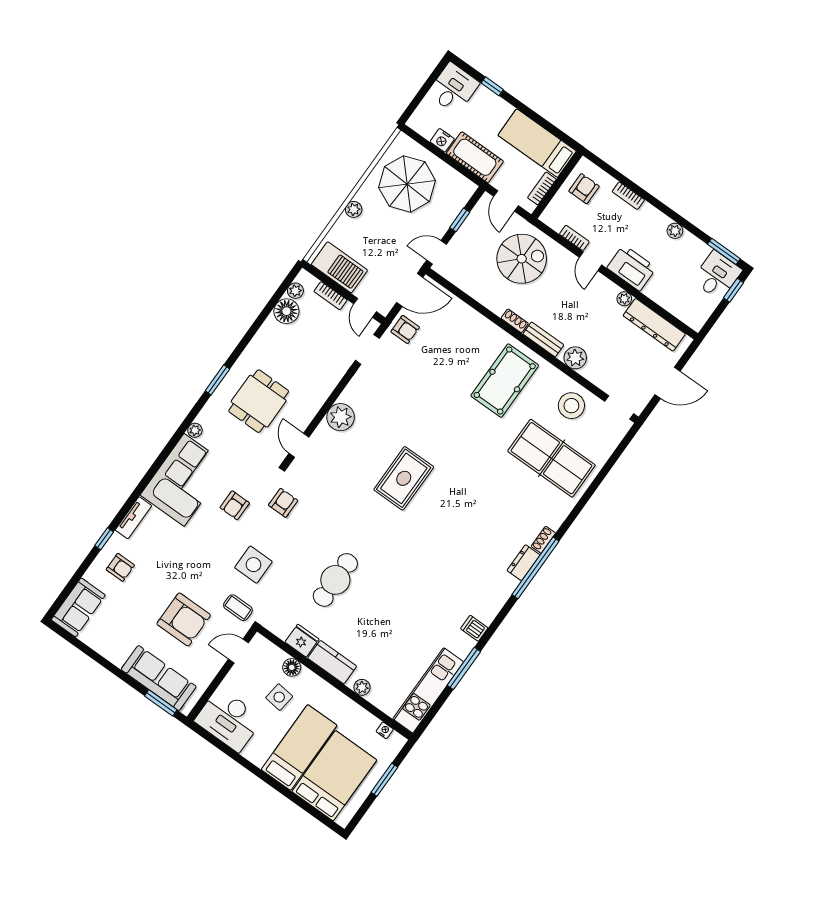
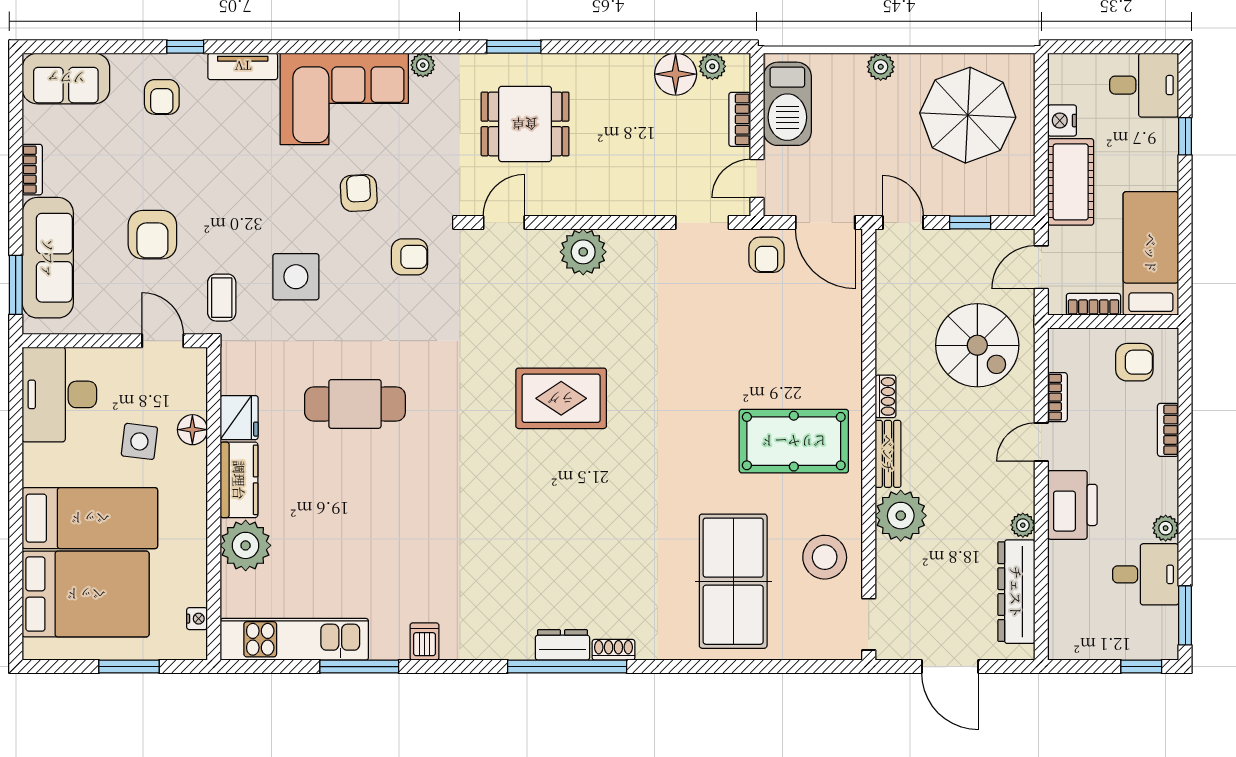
desk: (717, 275) -> (1146, 574), moved
plant: (575, 358) -> (901, 516), width x1.36, depth x1.36
armchair: (235, 505) -> (359, 193), turned 87
armchair: (184, 619) -> (152, 235), width x0.73, depth x0.73
bookcase: (111, 655) -> (32, 170), added
plant: (362, 687) -> (246, 545), width x1.88, depth x1.88

